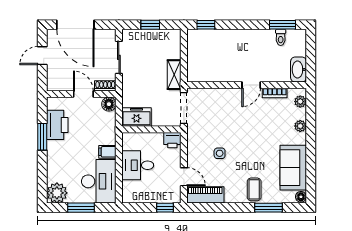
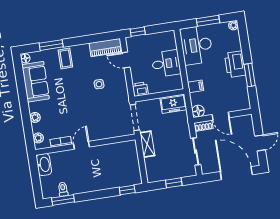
printer: (57, 125) -> (235, 64), moved
filing cabinet: (107, 152) -> (196, 86), moved
plant: (57, 193) -> (233, 25), width x0.53, depth x0.53

